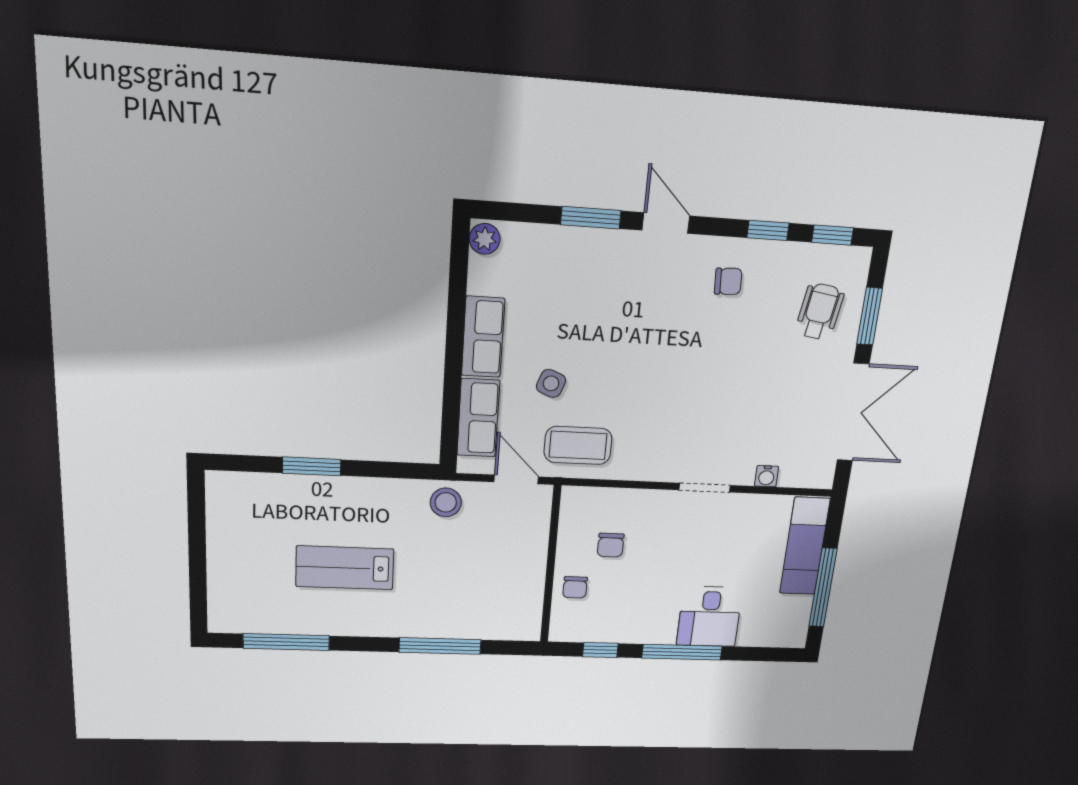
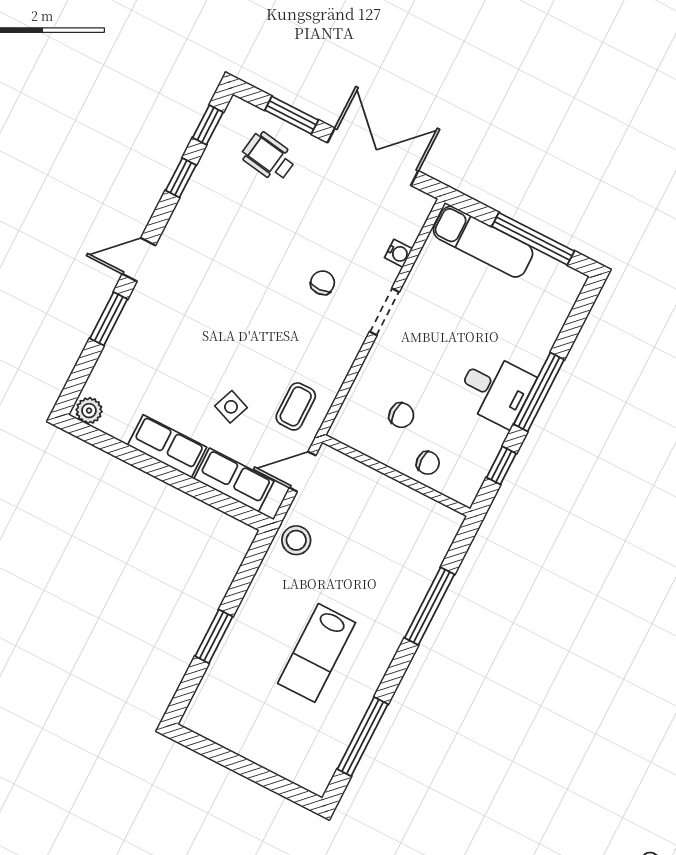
chair: (728, 281) -> (323, 283), moved
coffee table: (578, 445) -> (296, 406), width x0.73, depth x0.77
desk: (709, 617) -> (495, 390), moved

